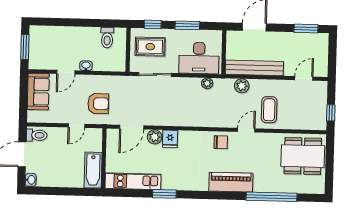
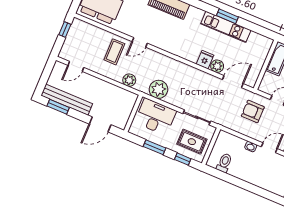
bench: (254, 68) -> (67, 100), moved
plant: (207, 83) -> (158, 89), width x1.88, depth x1.88
chair: (221, 142) -> (165, 41), removed
kitchen unit: (133, 181) -> (226, 27), moved

